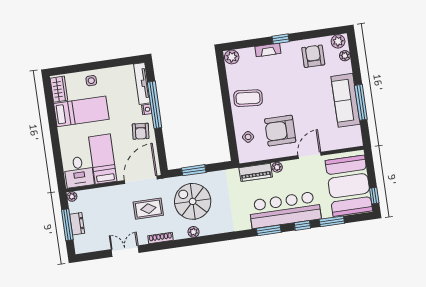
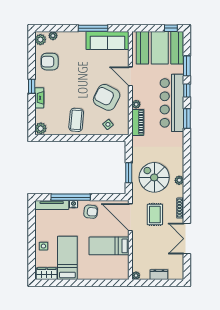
sofa: (346, 100) -> (107, 40), moved
armchair: (280, 131) -> (107, 97), turned 117
desk: (79, 172) -> (117, 267), removed
spiral stairs: (193, 201) -> (154, 177), turned 90
window: (67, 225) -> (159, 283), removed
double door: (125, 251) -> (187, 239), width x1.37

